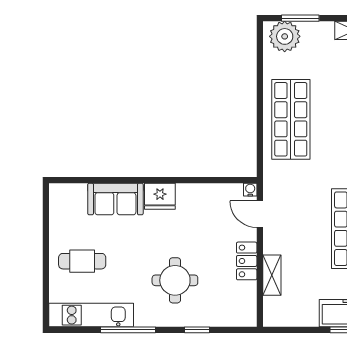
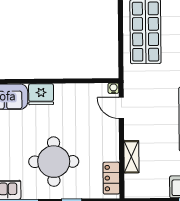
locker: (247, 261) -> (111, 178), moved
round table: (175, 280) -> (54, 162), width x1.36, depth x1.36

